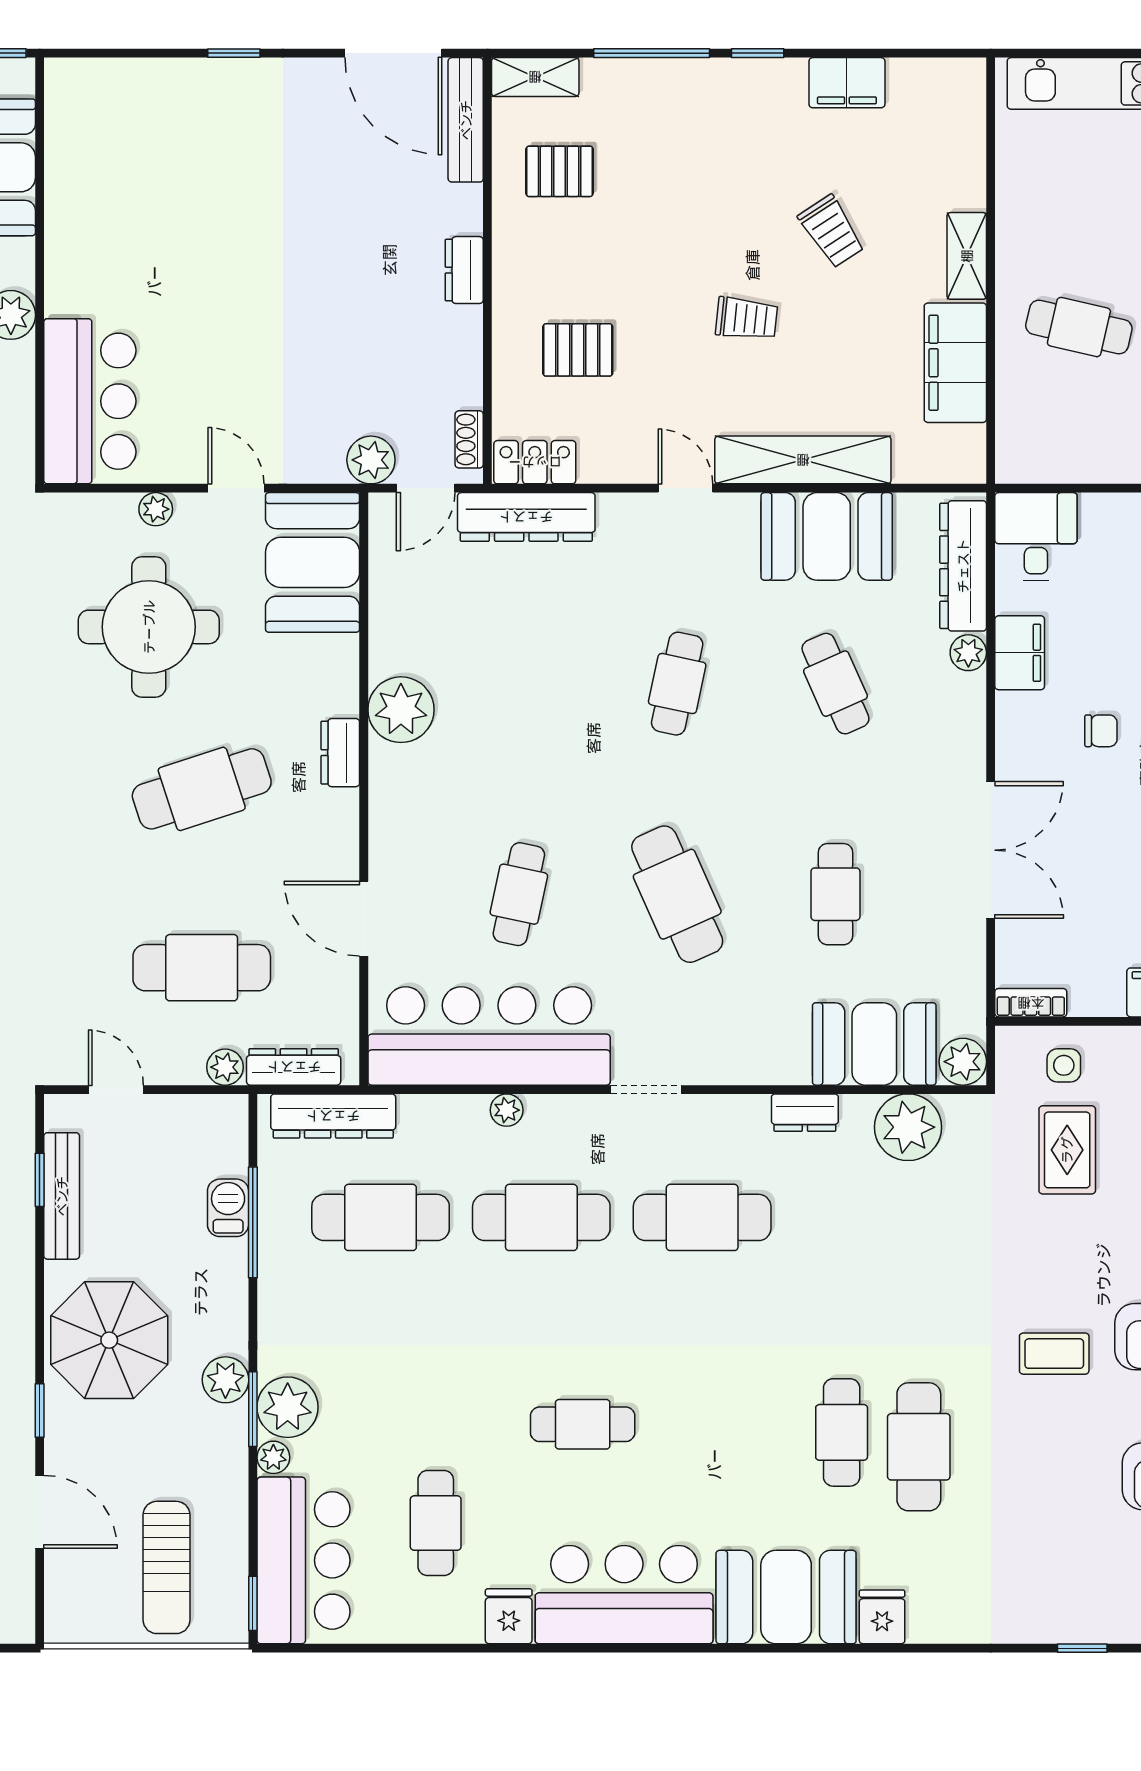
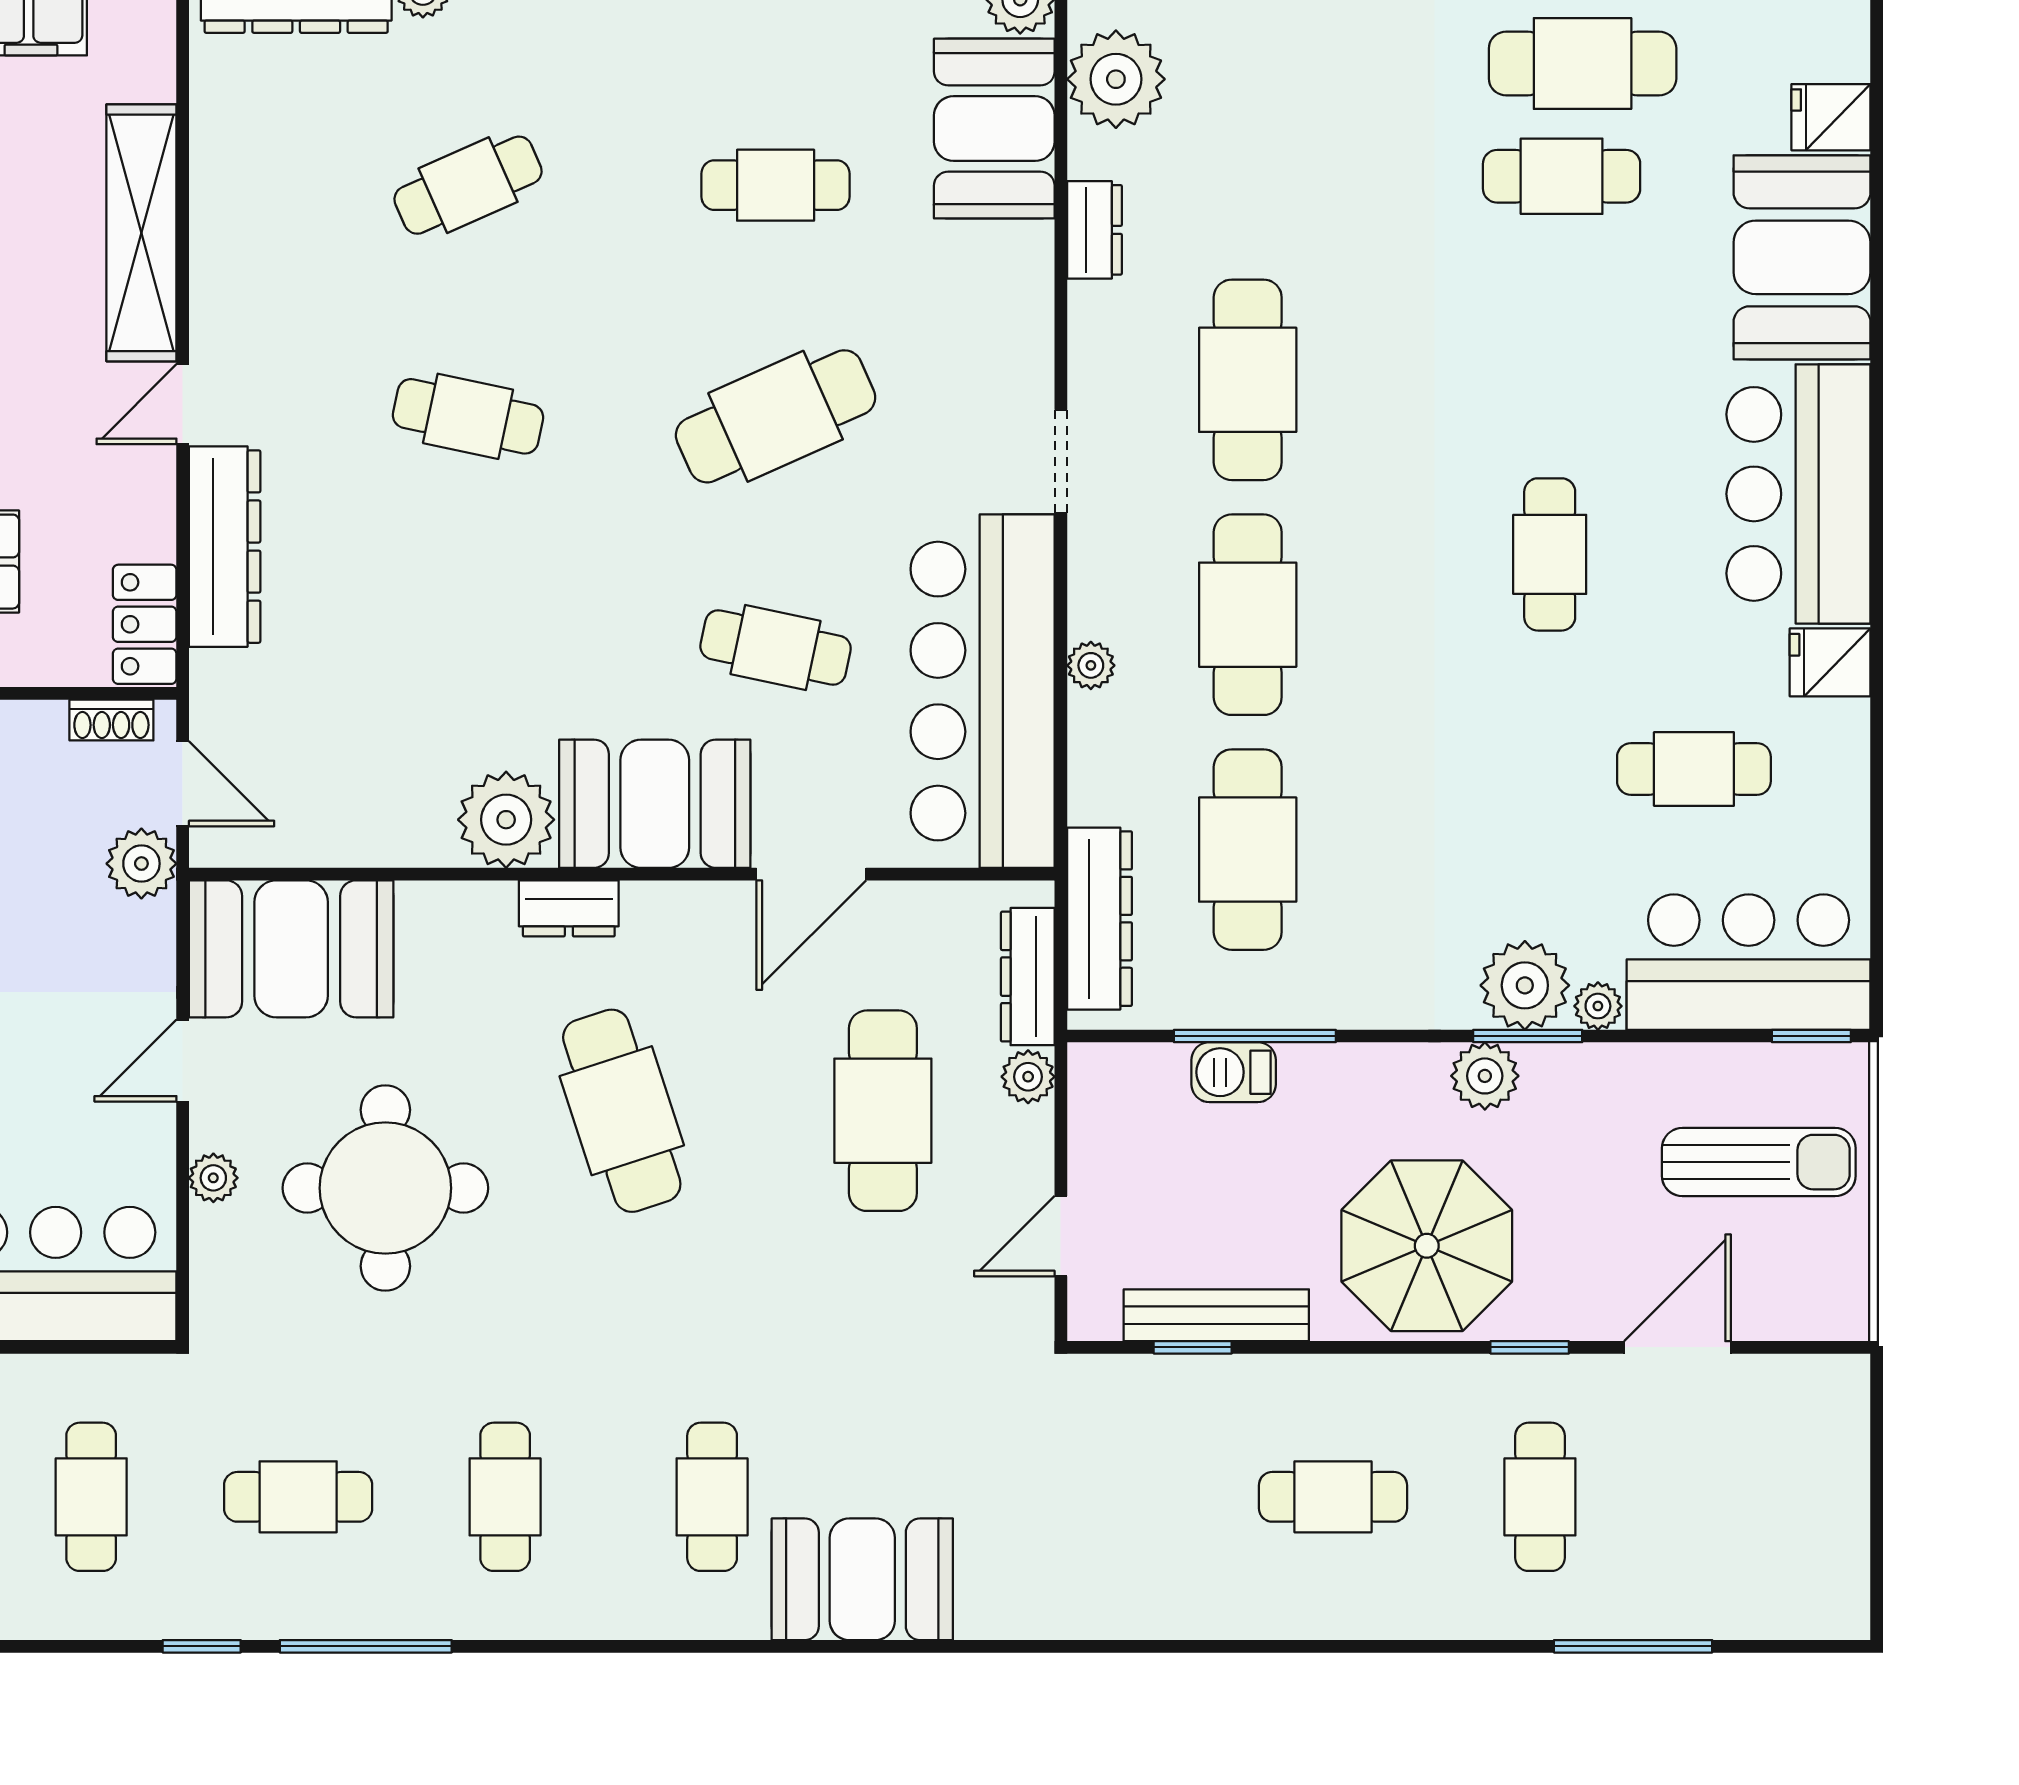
dresser: (526, 517) -> (225, 547), moved
booth: (827, 536) -> (655, 804), moved, turned 90

